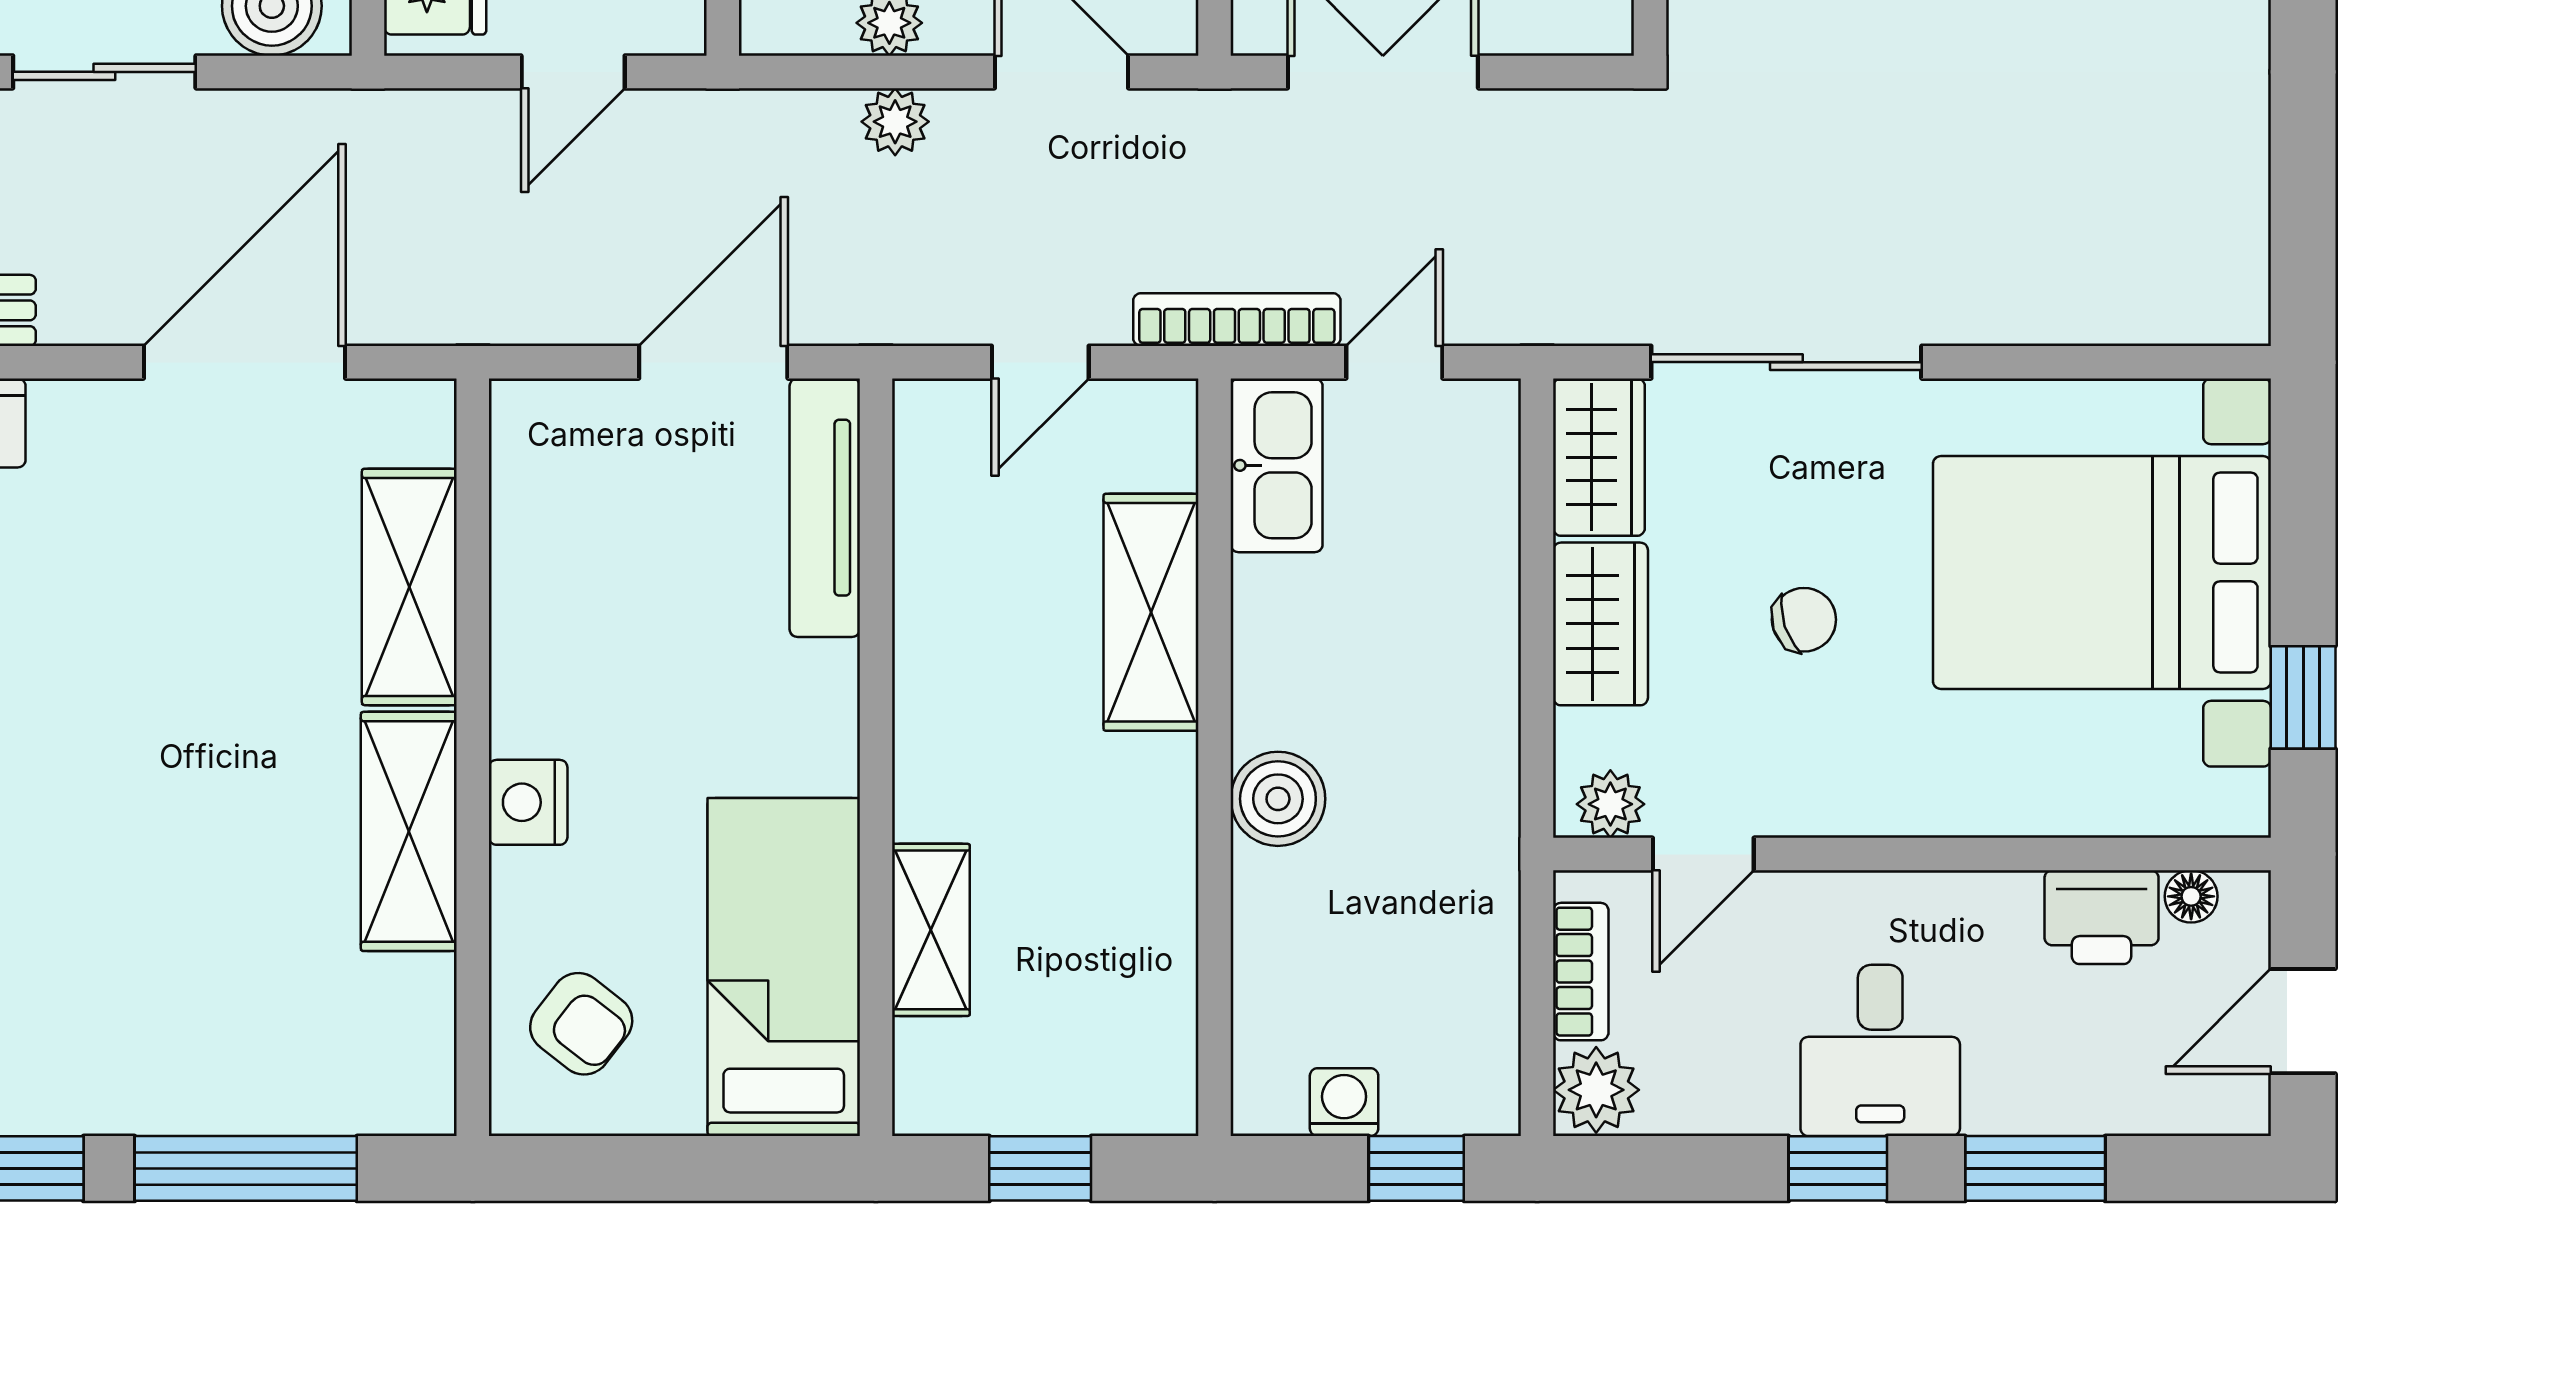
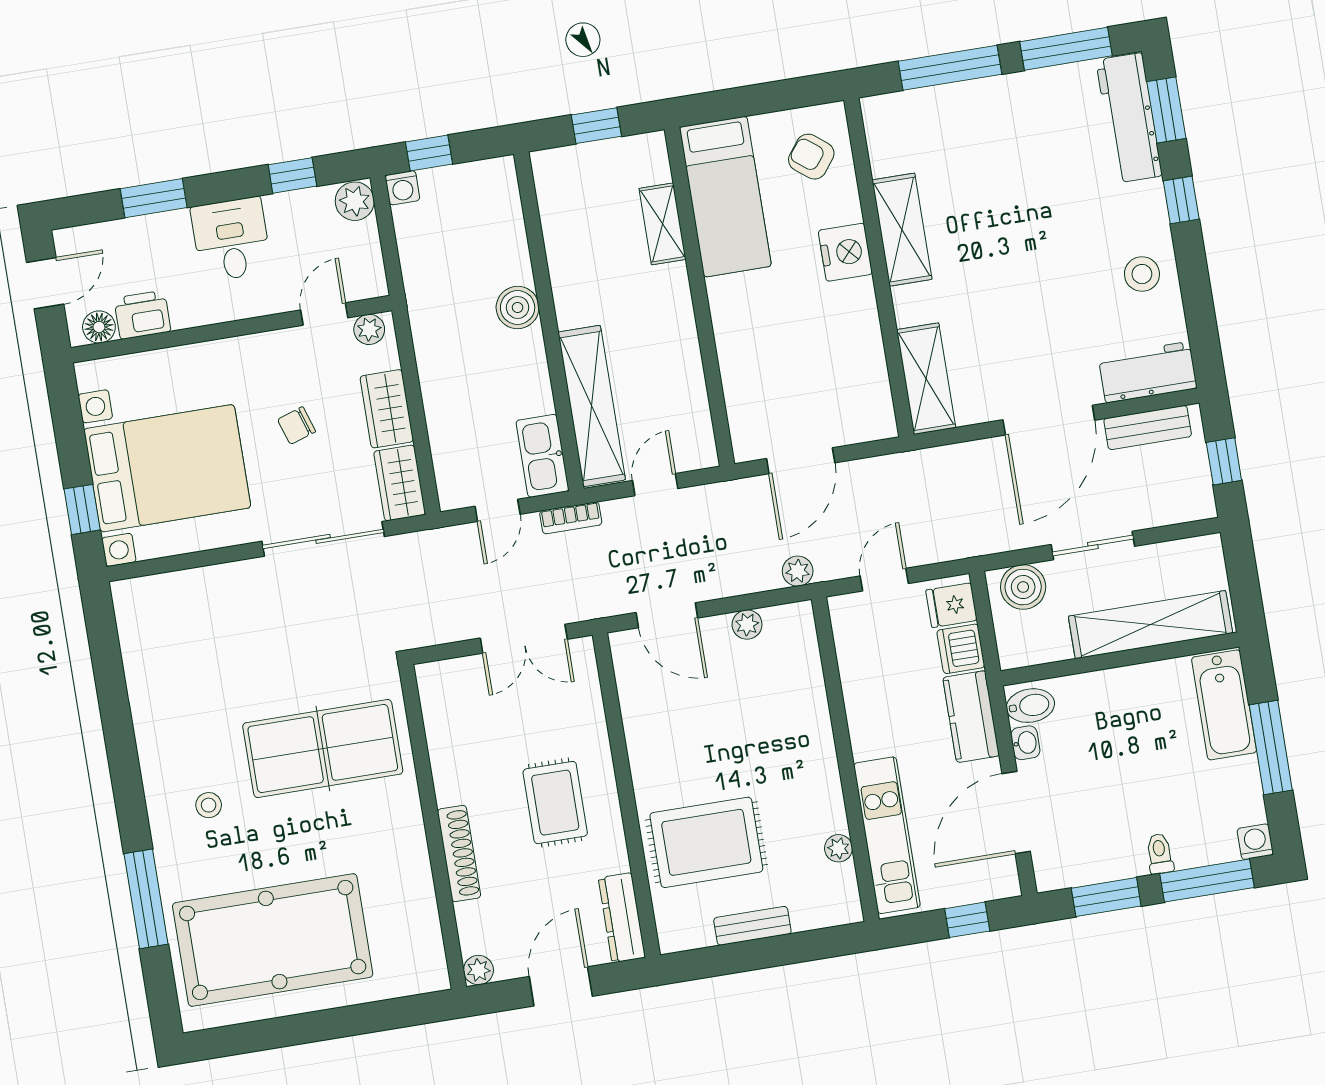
plant: (895, 122) -> (798, 571), moved
bookcase: (1237, 320) -> (571, 518), width x0.64
door: (244, 362) -> (1049, 420), moved
tv unit: (825, 508) -> (740, 404), removed
shelving: (409, 587) -> (926, 379), moved
shelving: (1151, 612) -> (592, 406), width x1.47
window: (2303, 697) -> (82, 509), moved
nightstand: (528, 802) -> (845, 252), width x1.36, depth x1.33
floor lamp: (2191, 896) -> (99, 327), width x1.37, depth x1.37
bookcase: (1581, 972) -> (370, 253), removed
washing machine: (1344, 1102) -> (402, 188), moved
window: (1838, 1168) -> (292, 175), moved

